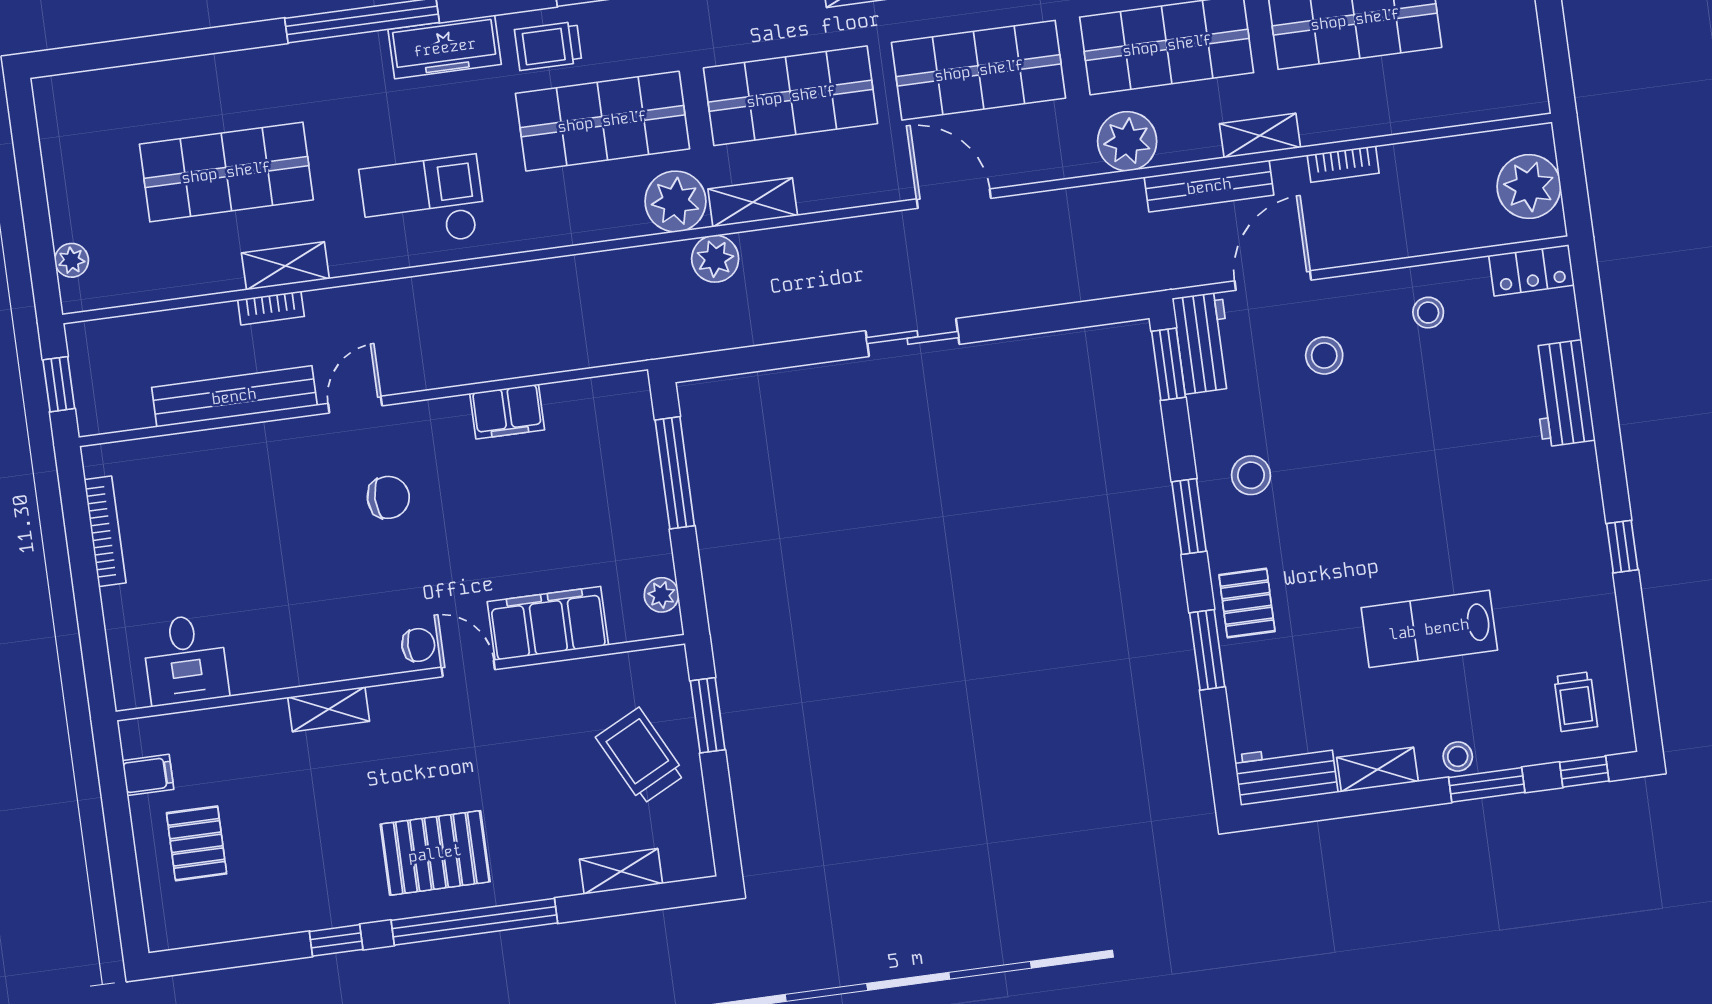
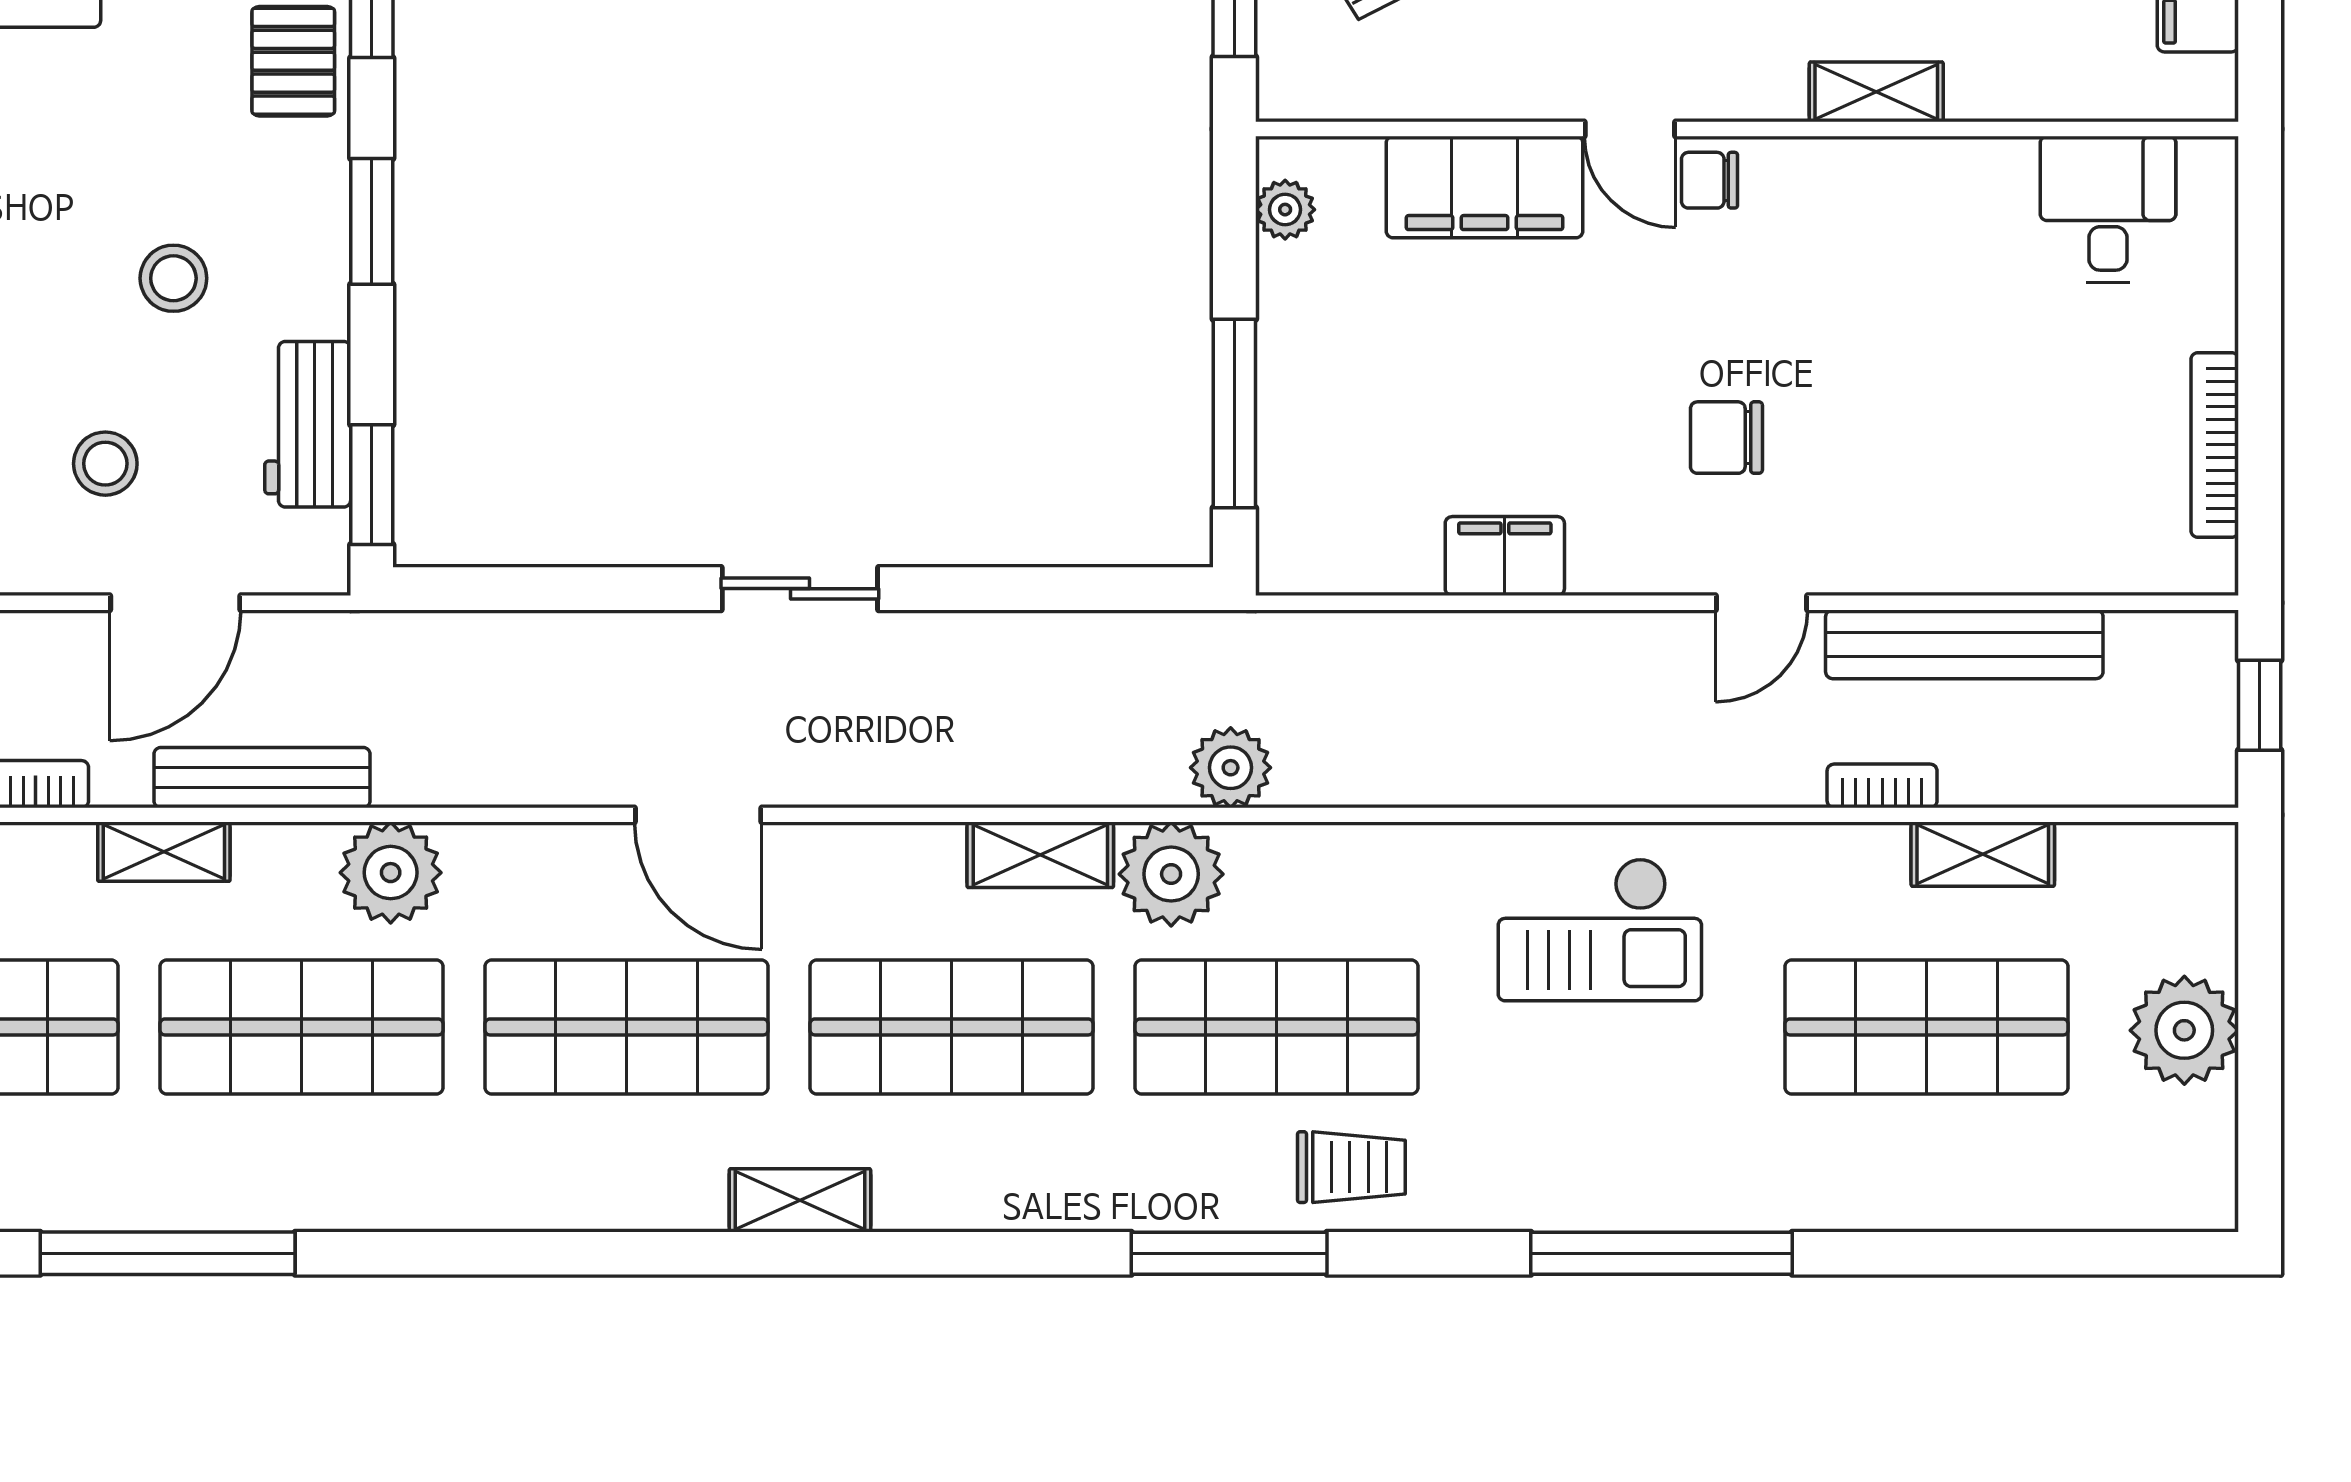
freezer: (445, 47) -> (1527, 1189), removed
plant: (715, 259) -> (1231, 768), moved
plant: (72, 260) -> (2184, 1030), moved, width x1.87, depth x1.87
shelving: (285, 266) -> (1983, 854), moved
workbench: (1203, 343) -> (308, 424), moved
stool: (1251, 475) -> (173, 278), moved

